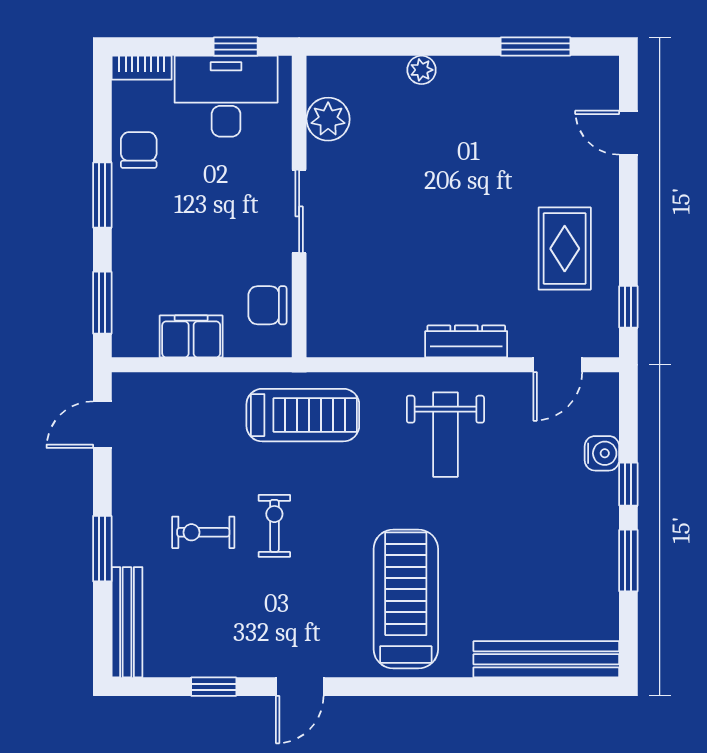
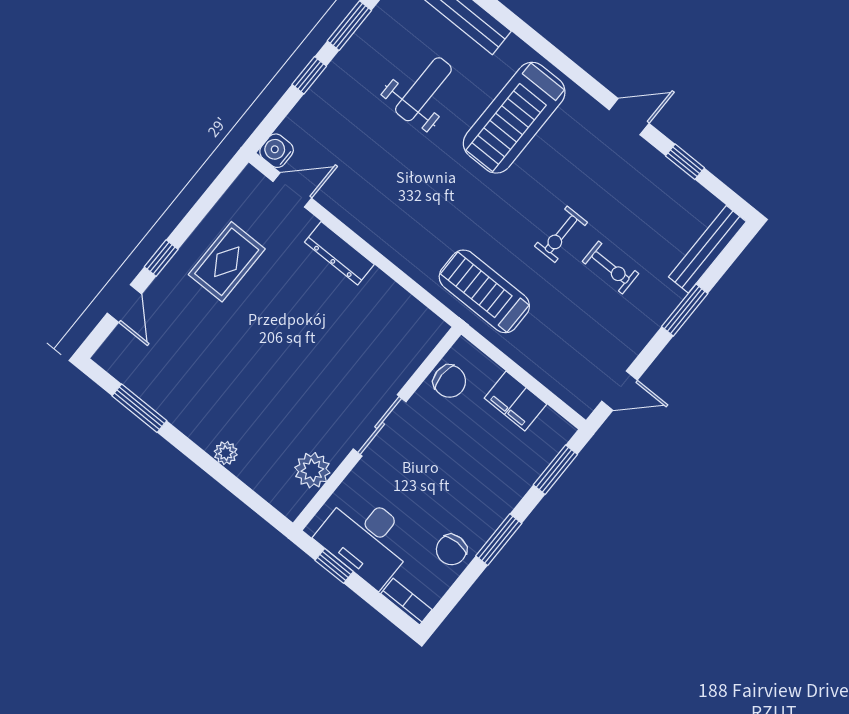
window: (628, 307) -> (161, 258), moved
weight bench: (445, 435) -> (423, 89), moved
water cooler: (602, 453) -> (277, 151), moved

